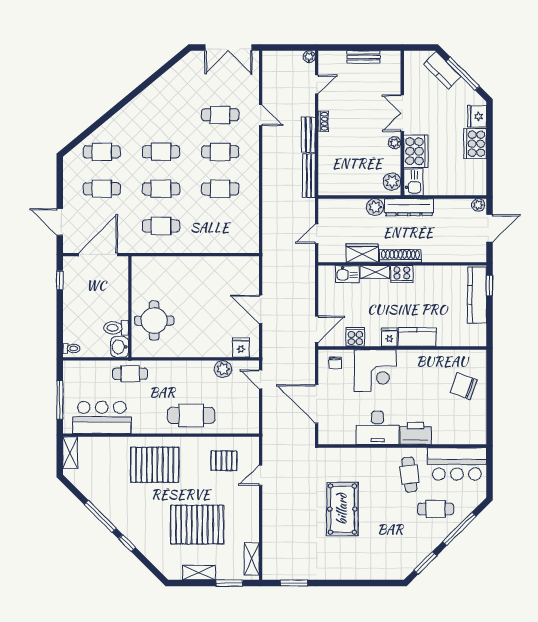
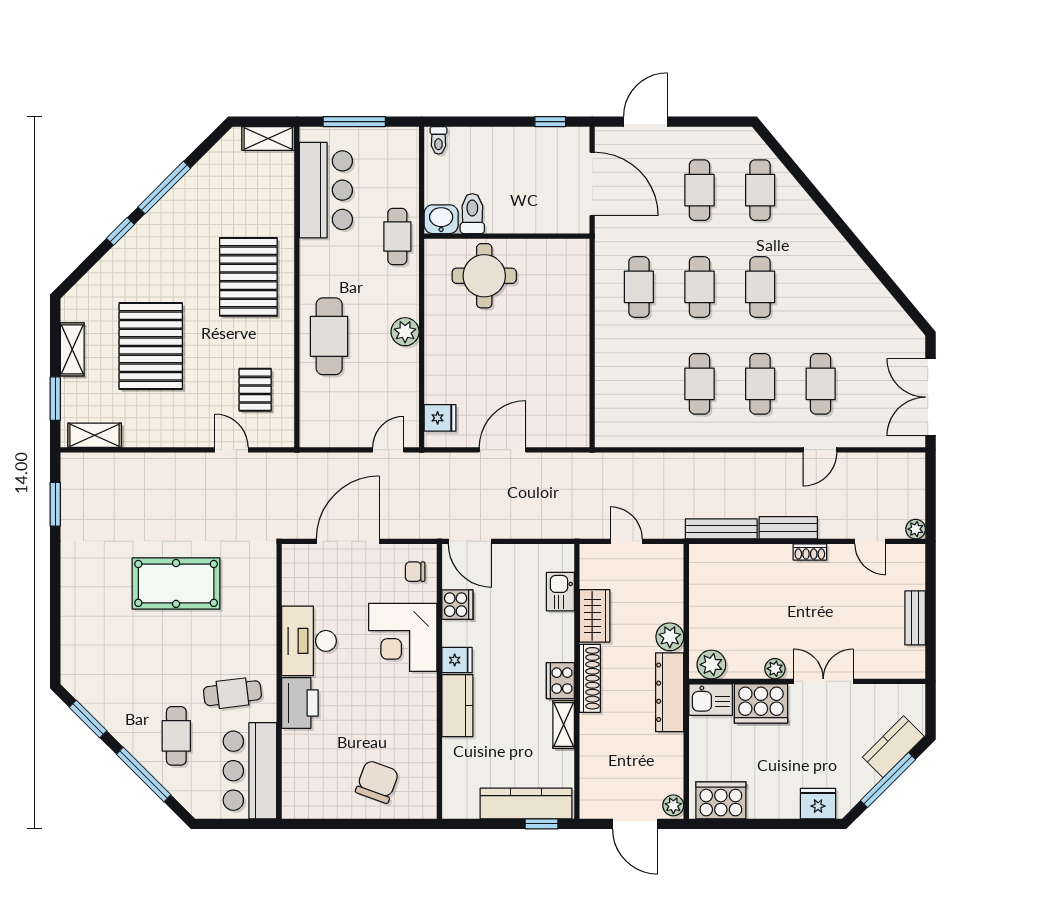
cooker: (475, 144) -> (721, 800), moved
shelving: (375, 272) -> (564, 724), moved
plant: (223, 369) -> (405, 332), moved

